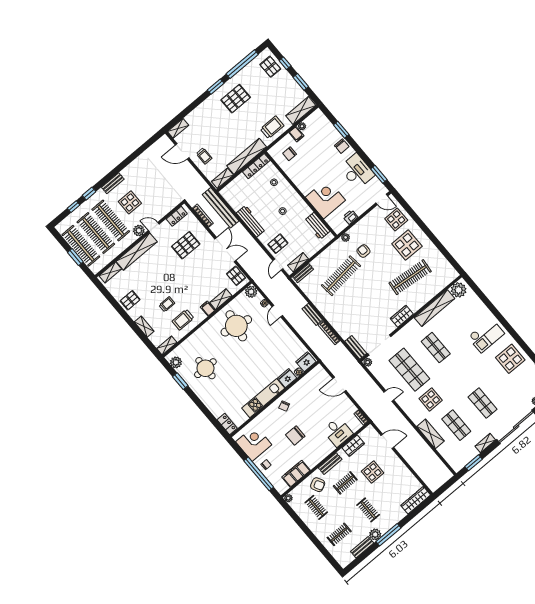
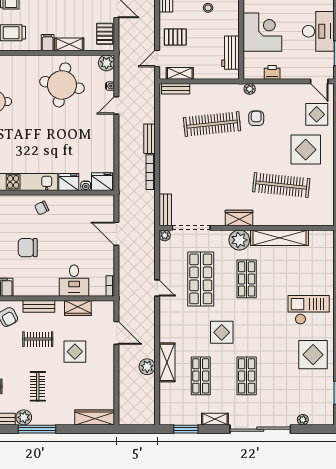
plant: (459, 290) -> (239, 240), moved
checkout: (486, 335) -> (309, 310), turned 180
display table: (431, 399) -> (222, 332), moved
plant: (421, 446) -> (147, 367), added

